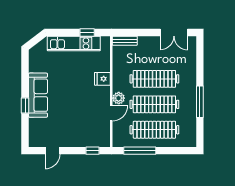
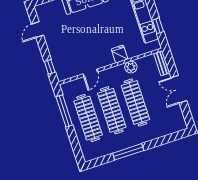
double door: (174, 32) -> (179, 89), moved
plant: (119, 98) -> (131, 67), moved
door: (111, 113) -> (90, 73), hinge flipped
door: (52, 151) -> (37, 30), hinge flipped

